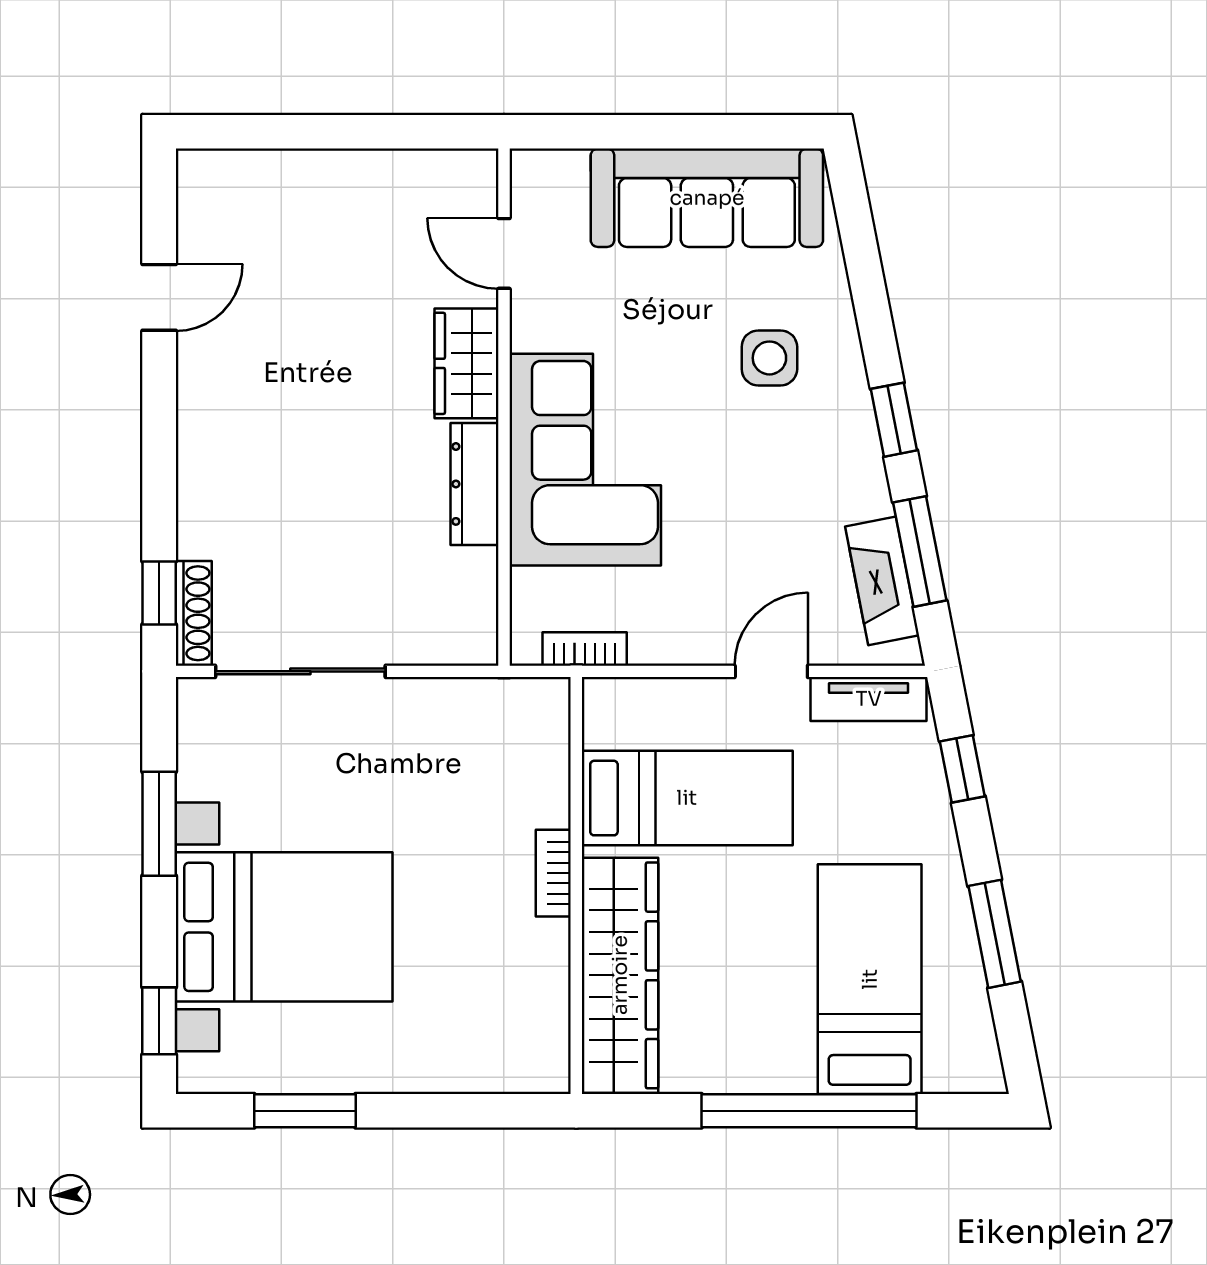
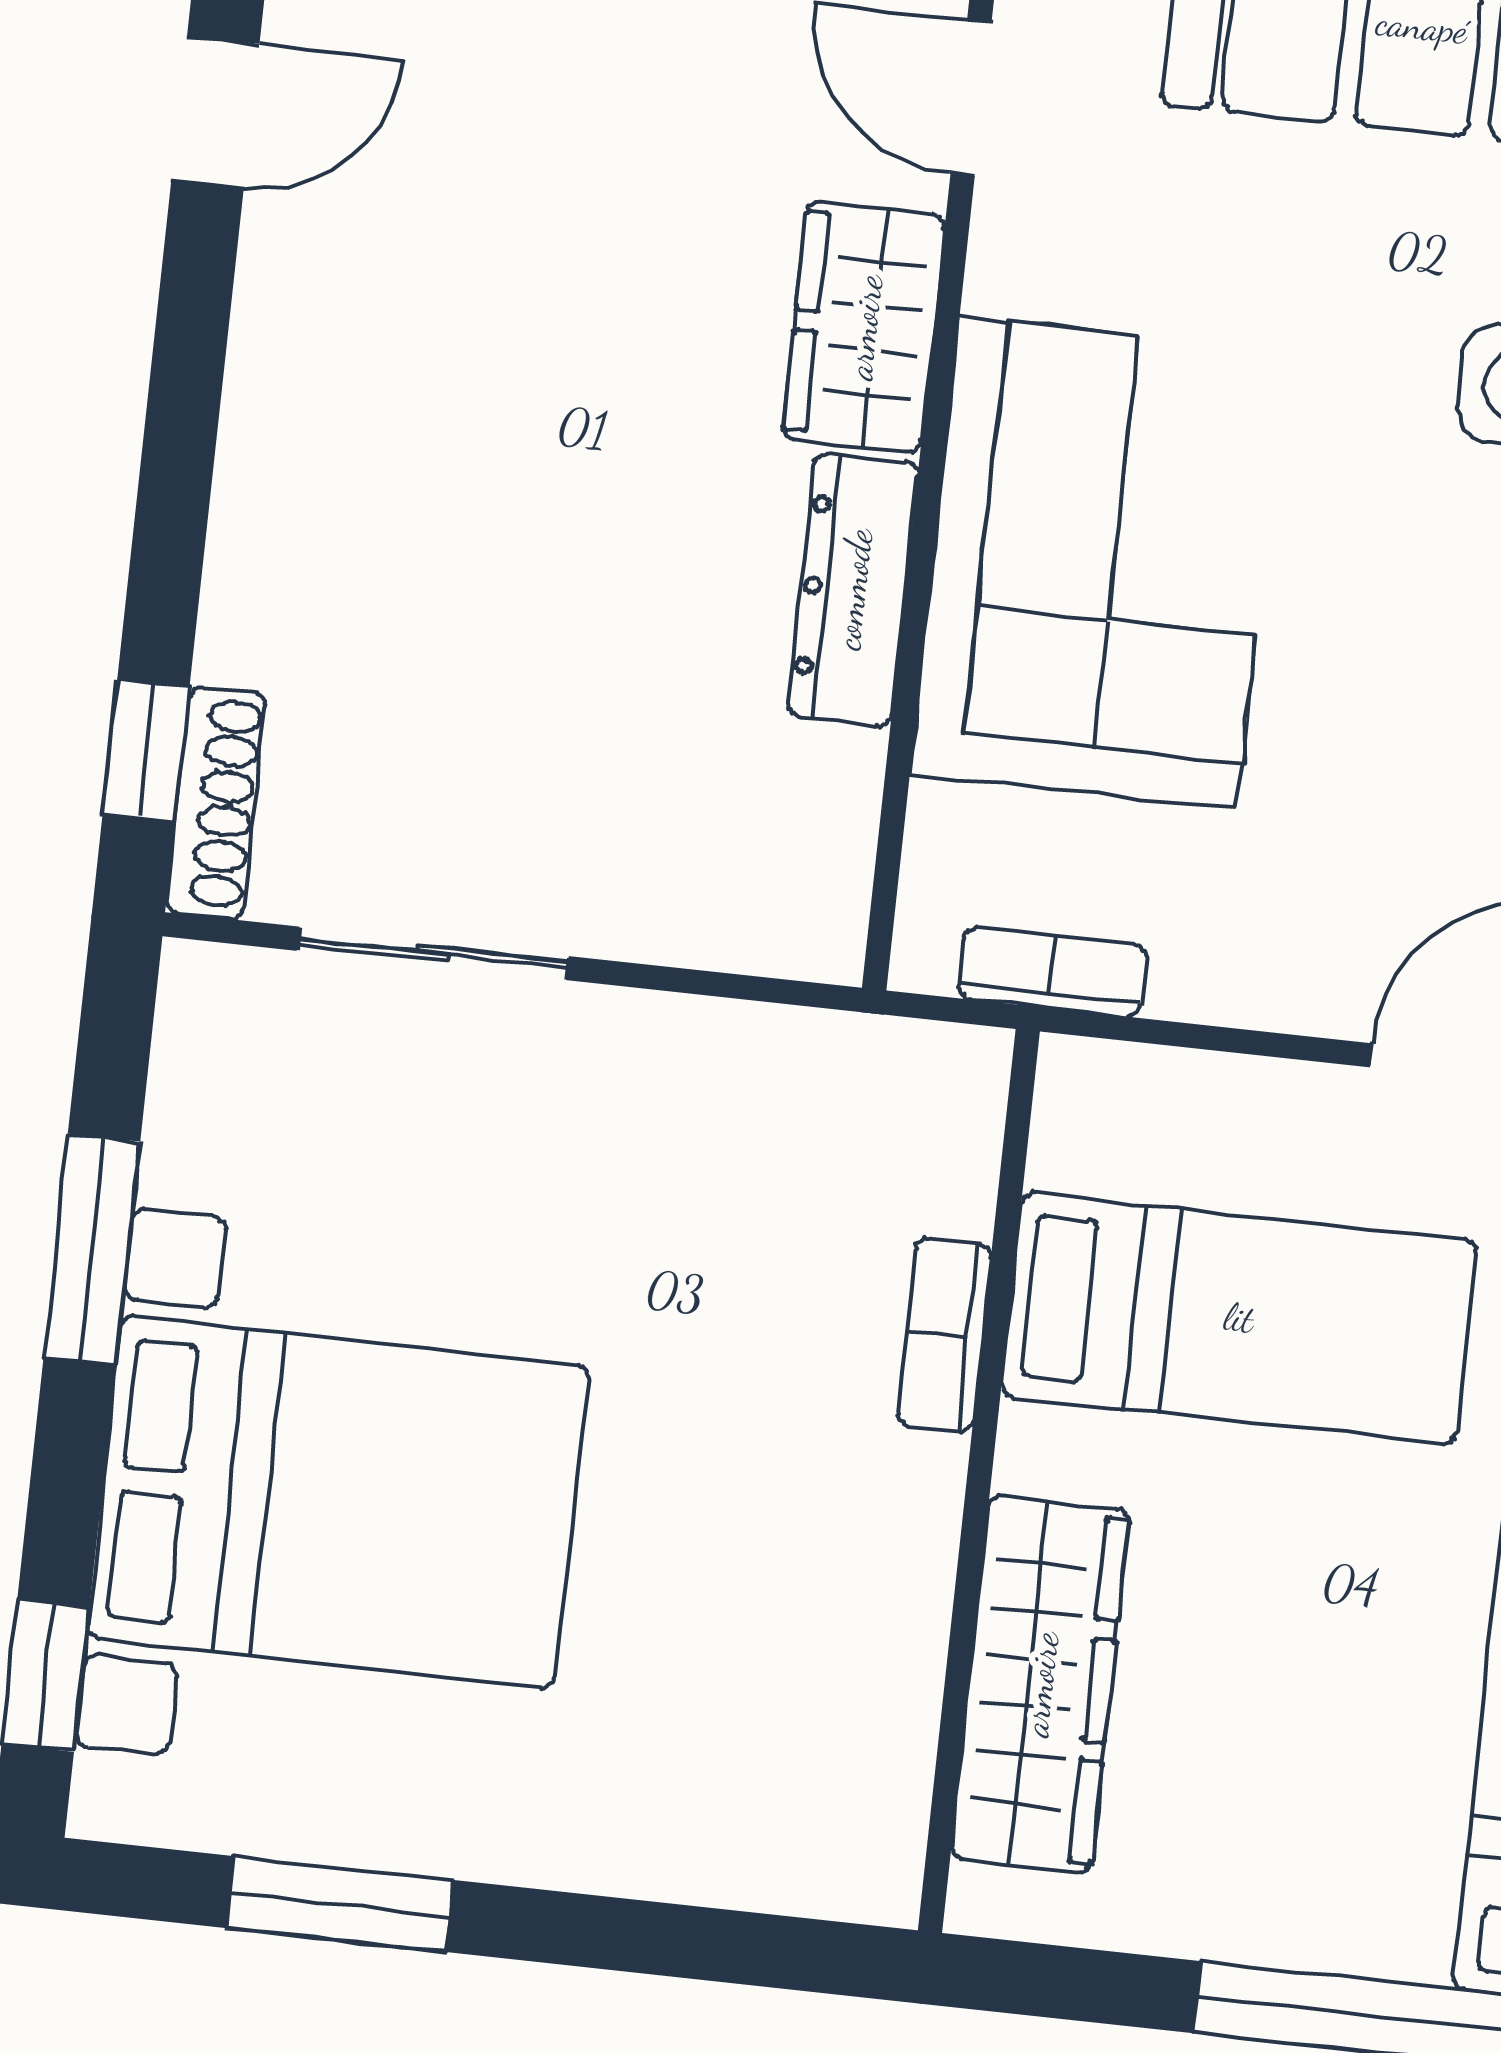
sliding door: (300, 671) -> (433, 953), width x0.73
bookcase: (553, 873) -> (944, 1335), moved
wardrobe: (620, 975) -> (1040, 1684), width x0.71, depth x0.85

